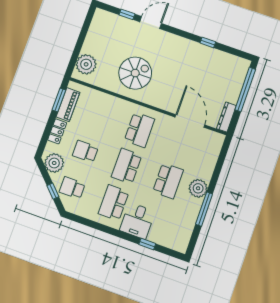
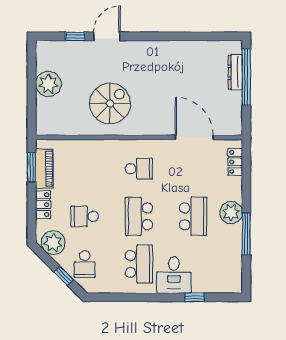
window: (208, 42) -> (183, 36), removed
plant: (86, 64) -> (48, 84), moved
dresser: (226, 117) -> (235, 72), moved
school desk: (139, 130) -> (139, 169), width x0.54
locker: (215, 151) -> (235, 162), added
school desk: (72, 188) -> (85, 264), turned -90
school desk: (114, 203) -> (139, 264), turned 180

